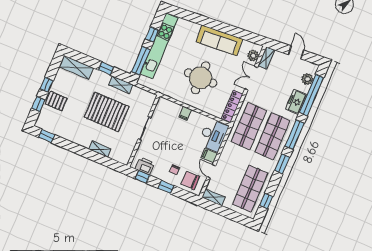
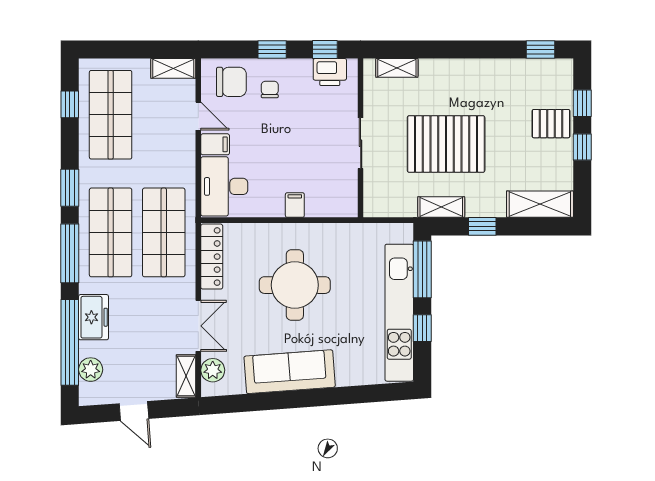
shelving: (100, 149) -> (397, 68), moved

